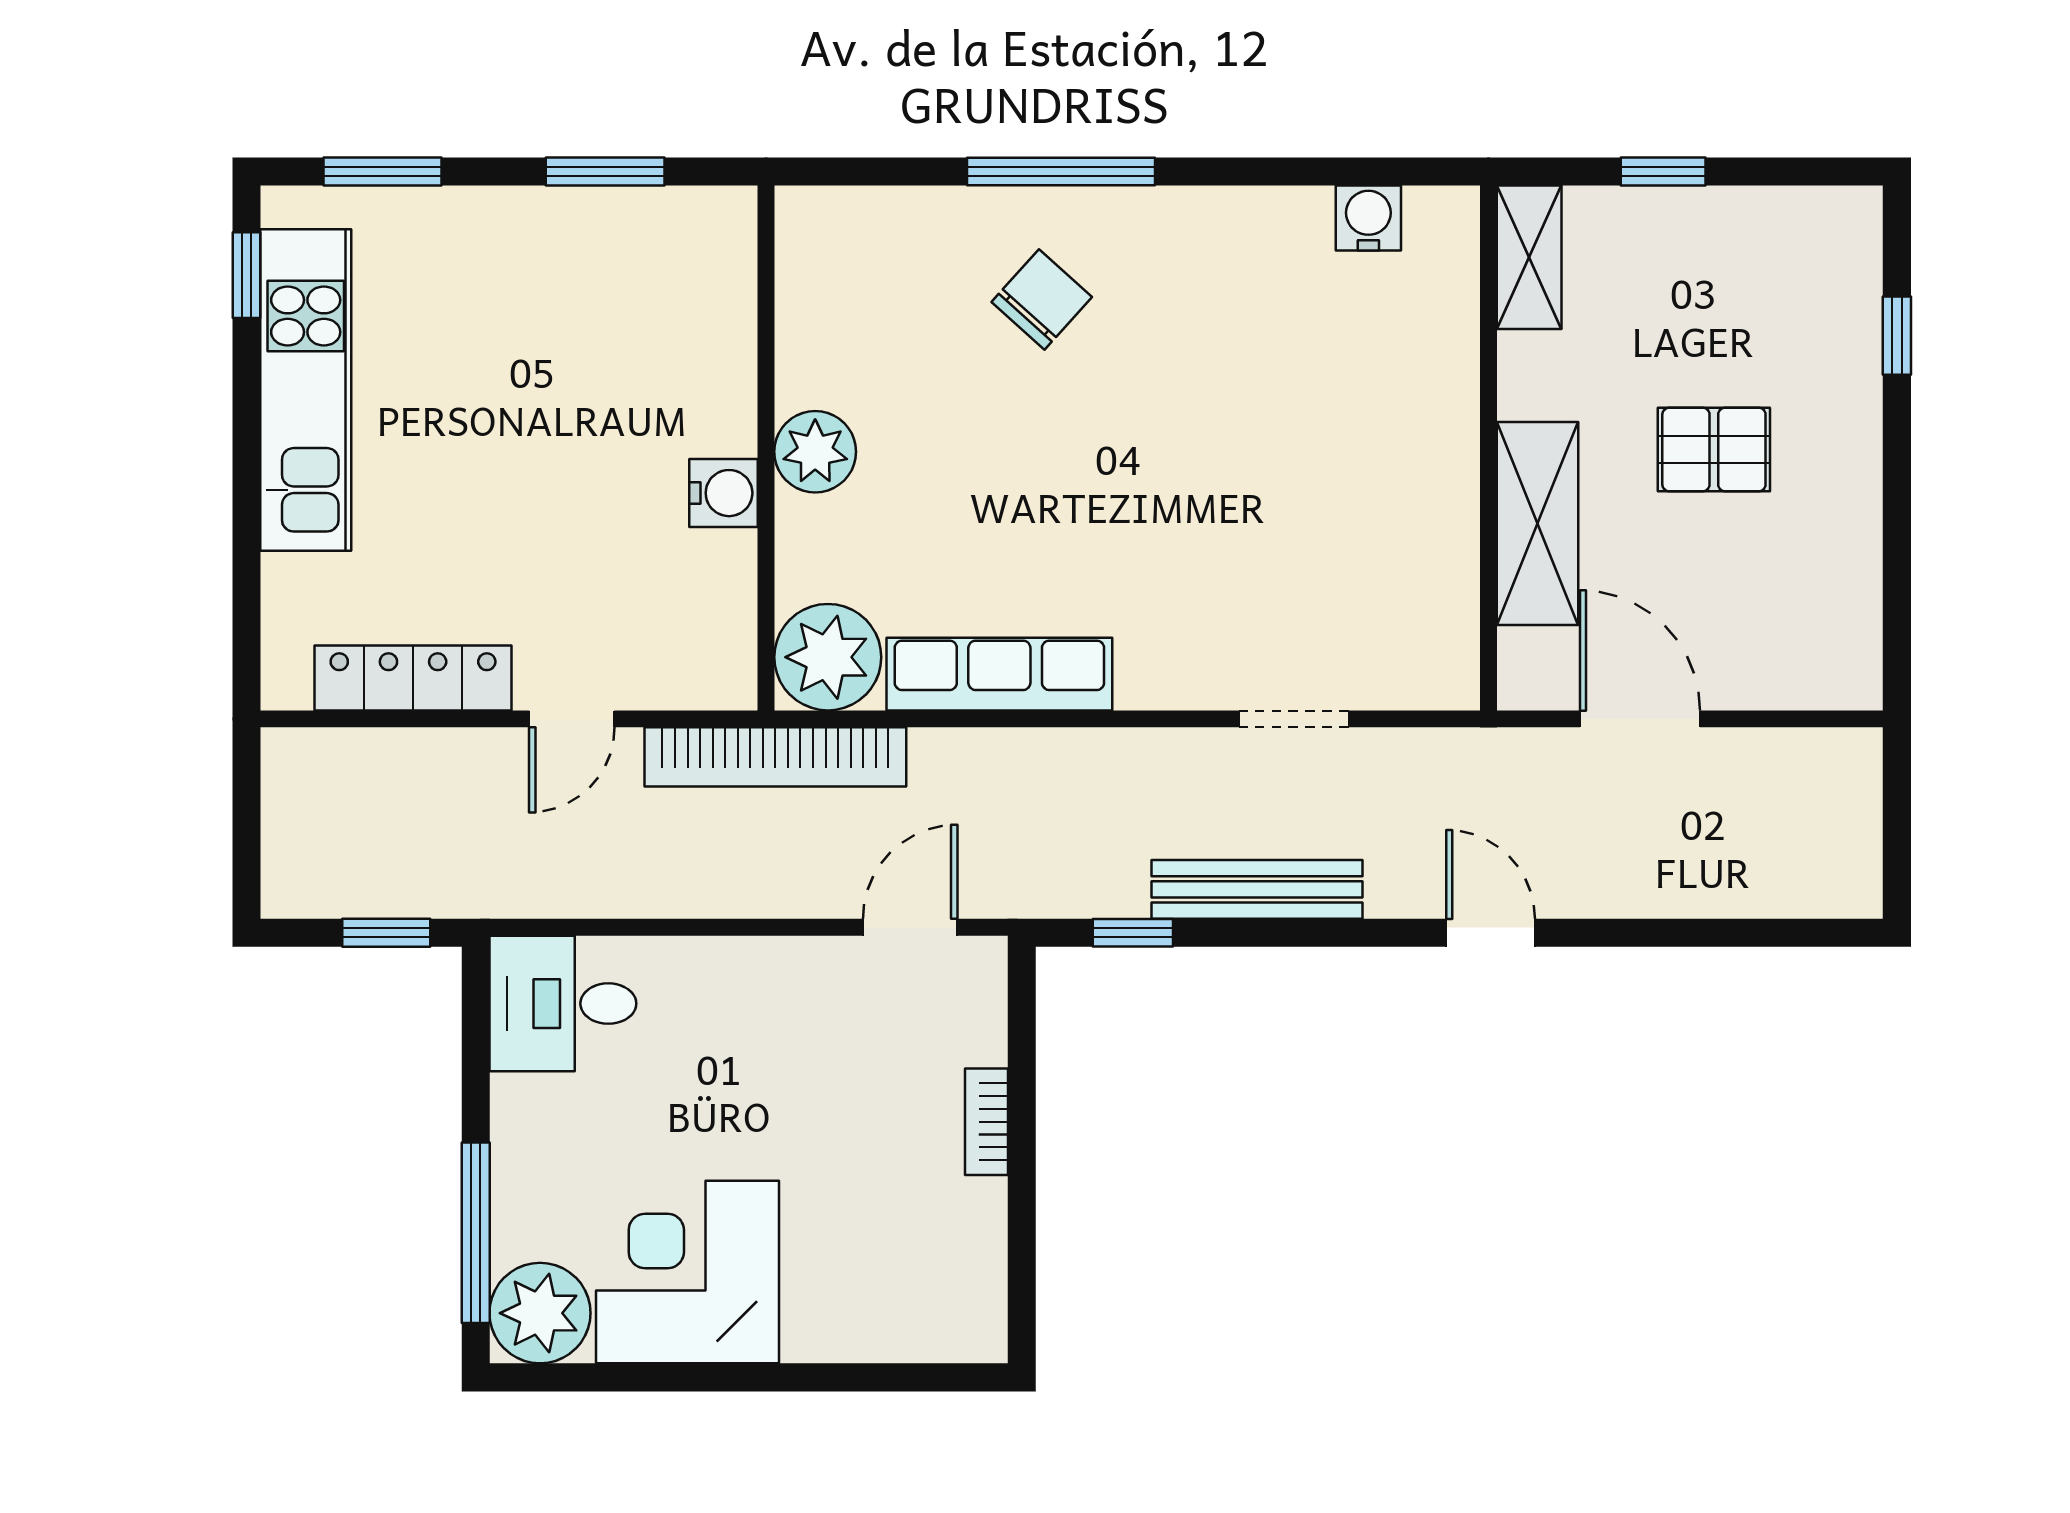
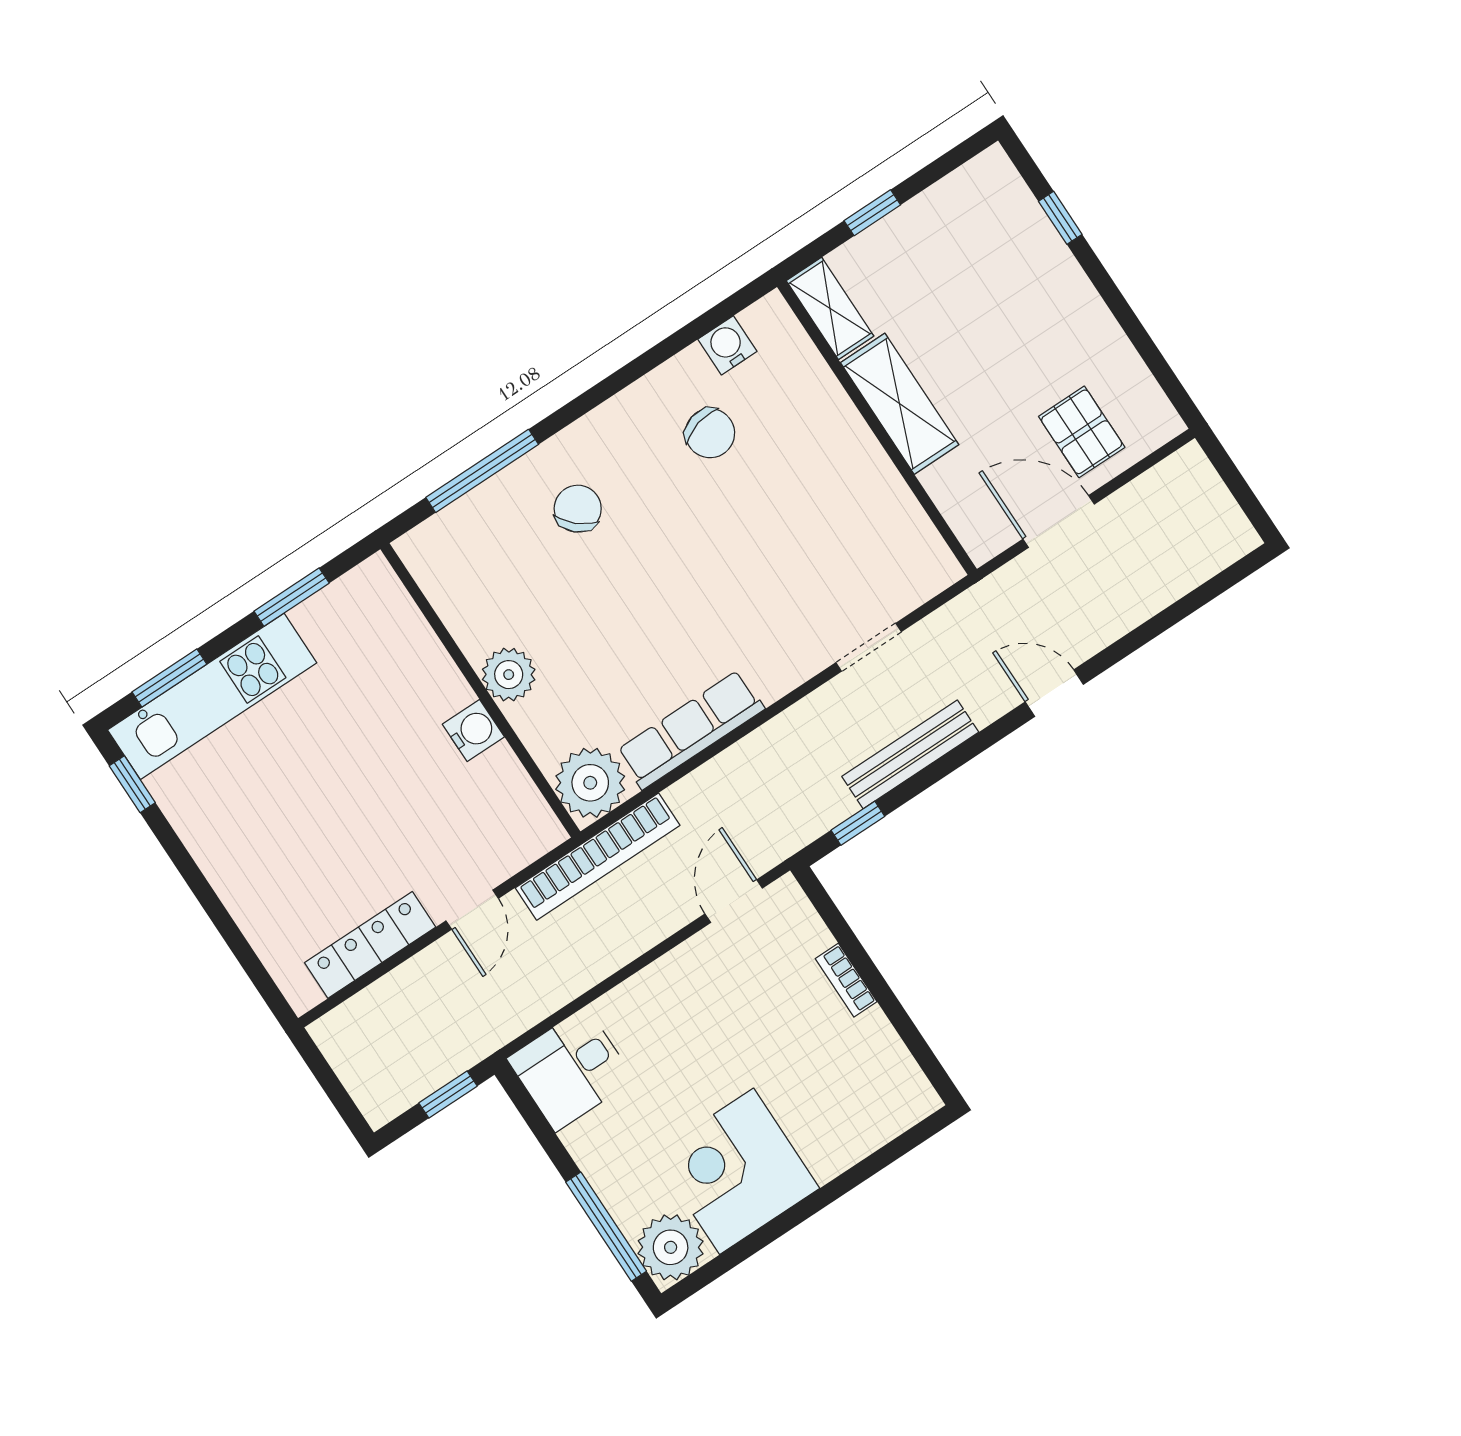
window: (1061, 172) -> (482, 471), moved
chair: (1273, 315) -> (710, 433), added
kitchen unit: (306, 390) -> (212, 696), moved, turned 90
pallet: (1714, 450) -> (1082, 432), moved, turned 90
shelving: (1537, 524) -> (900, 404), moved

